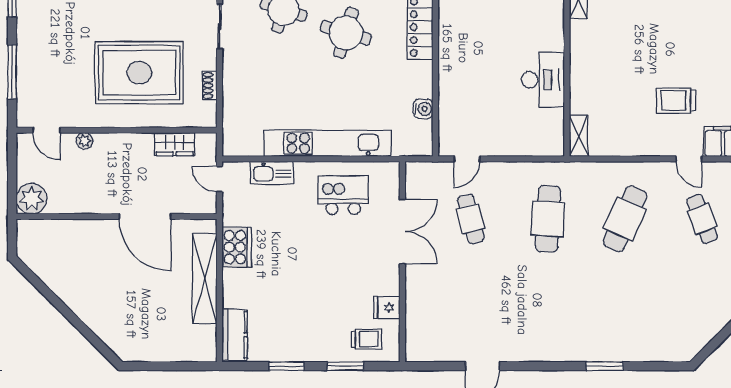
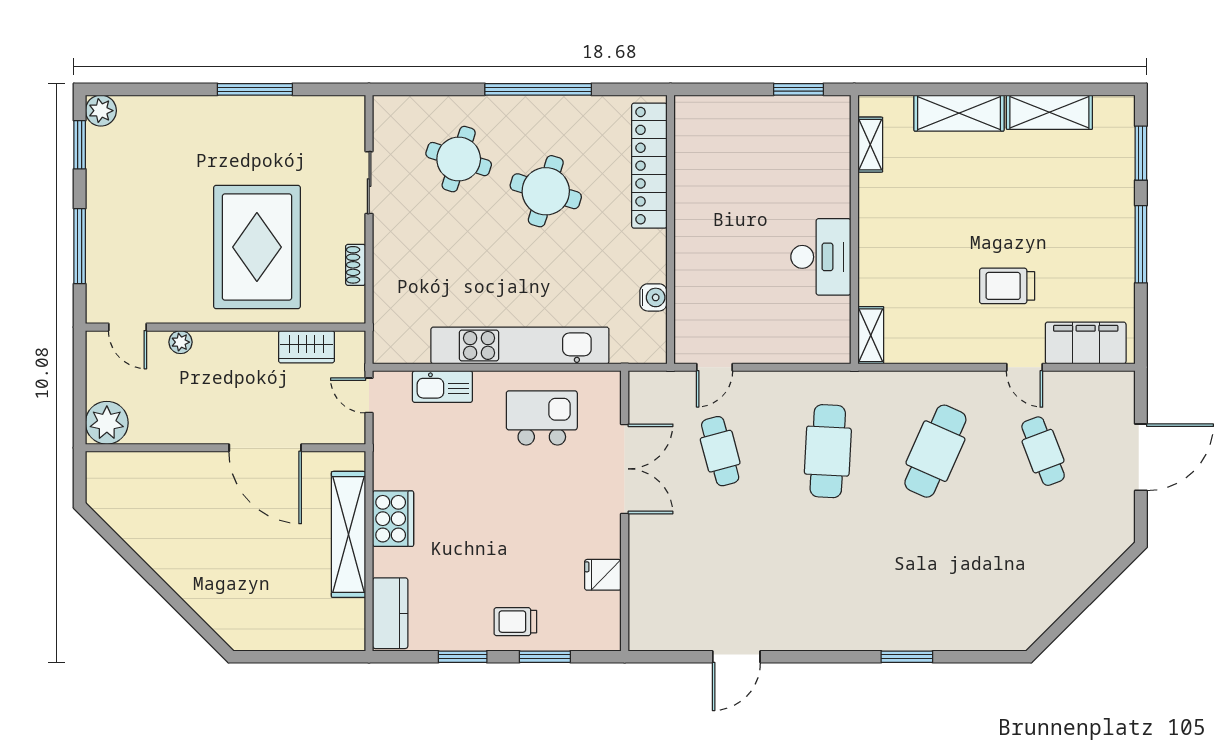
rug: (139, 73) -> (257, 247), turned 90
cooker: (237, 247) -> (393, 519), moved
trolley: (367, 339) -> (515, 622), moved, turned 180

